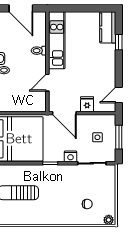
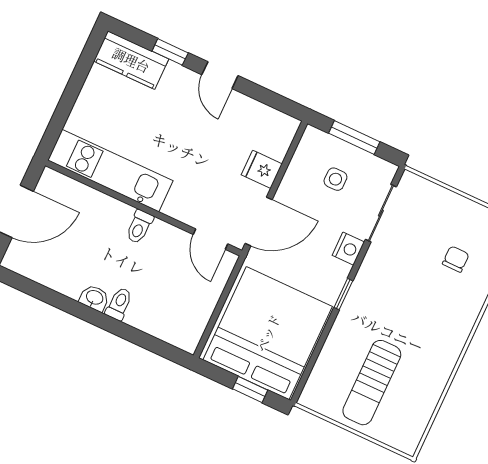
toilet: (39, 51) -> (139, 227), moved
door: (47, 83) -> (211, 239), moved
door: (119, 95) -> (220, 75), moved

